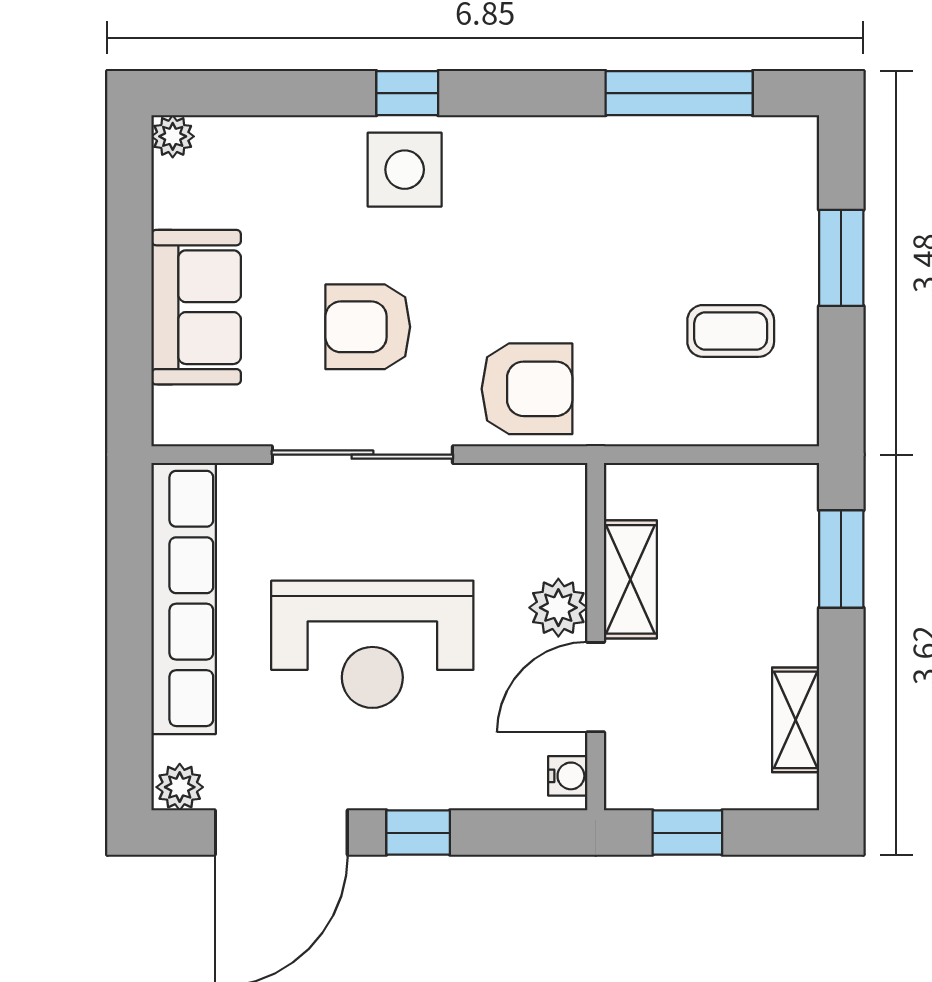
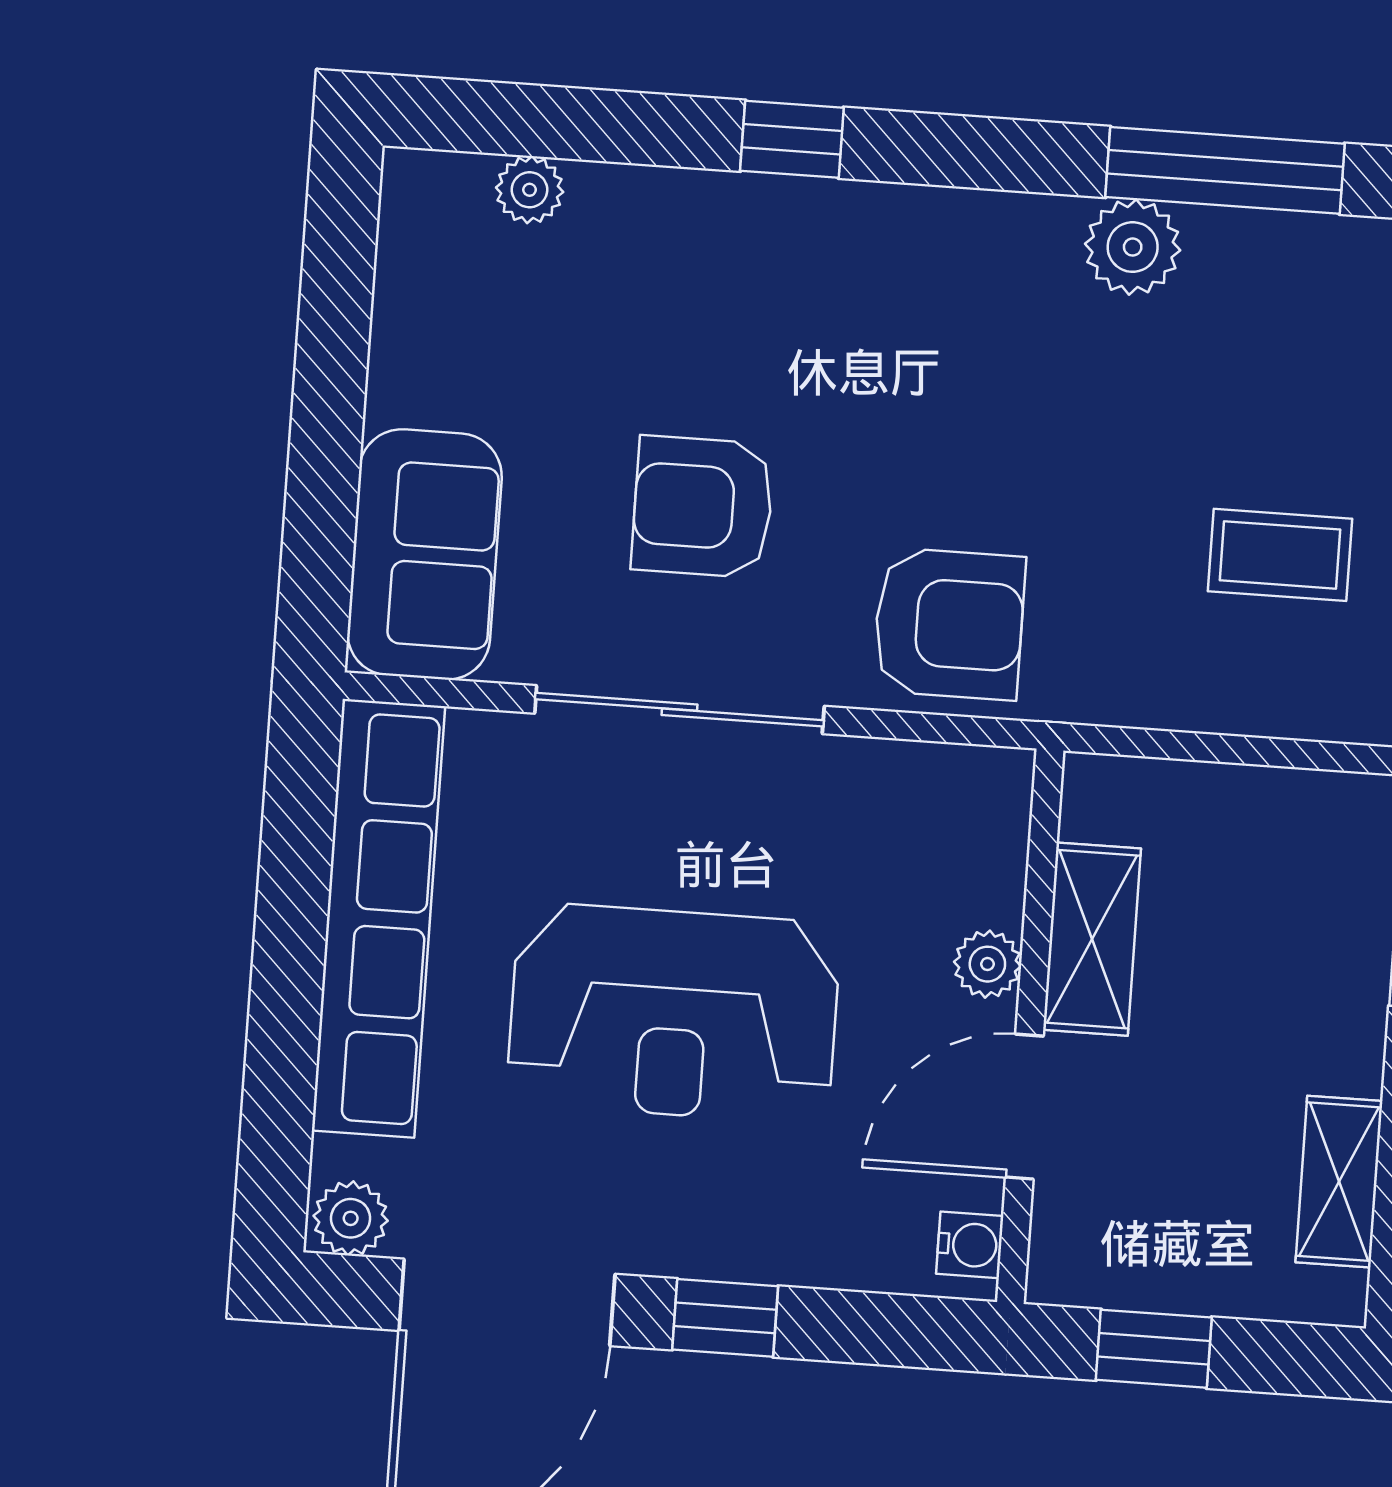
plant: (173, 136) -> (530, 190), moved
plant: (625, 145) -> (1133, 247), added
side table: (405, 170) -> (779, 261), removed
sofa: (196, 307) -> (425, 554), moved
plant: (558, 608) -> (987, 964), width x0.73, depth x0.73

